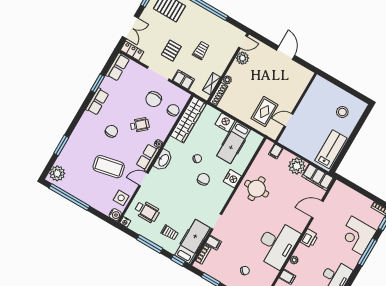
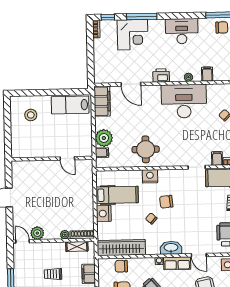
rug: (265, 112) -> (73, 184), removed
plant: (297, 166) -> (104, 138), moved

